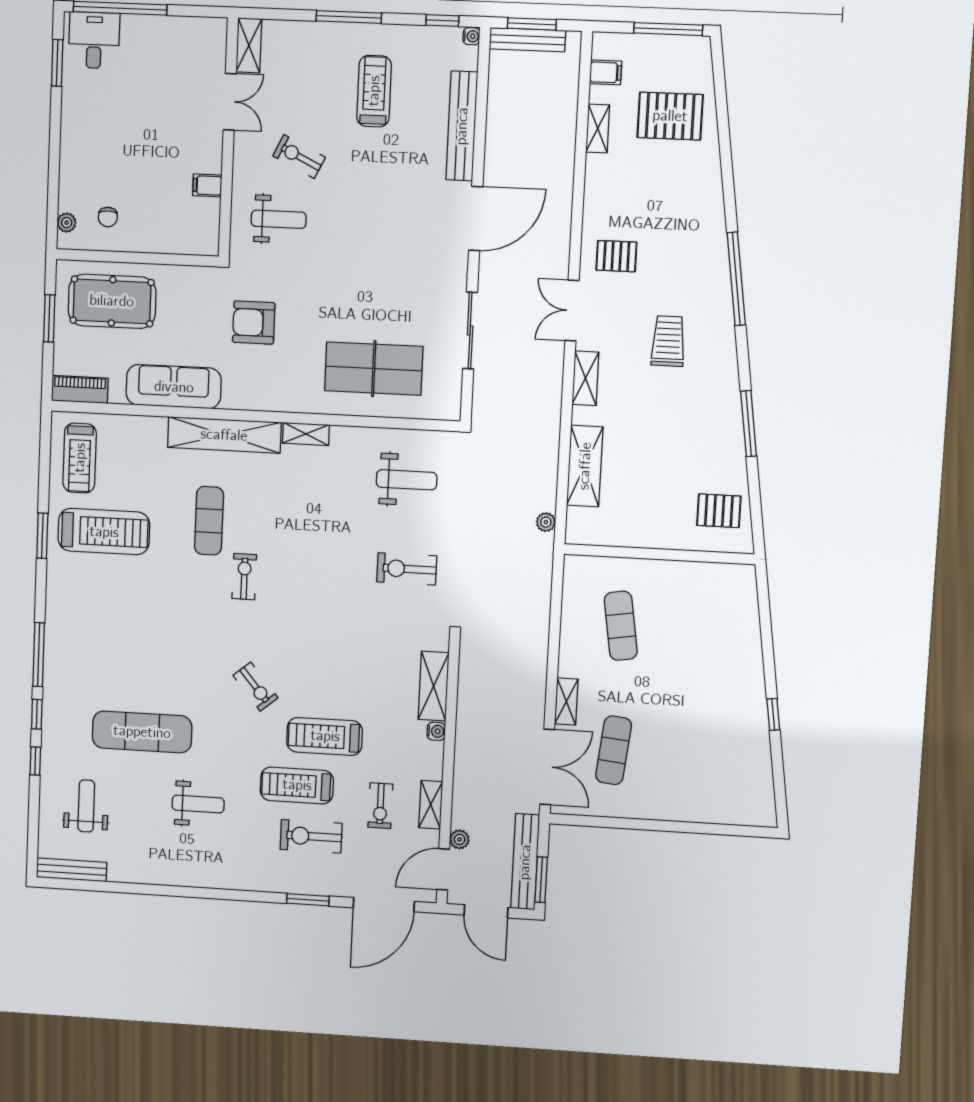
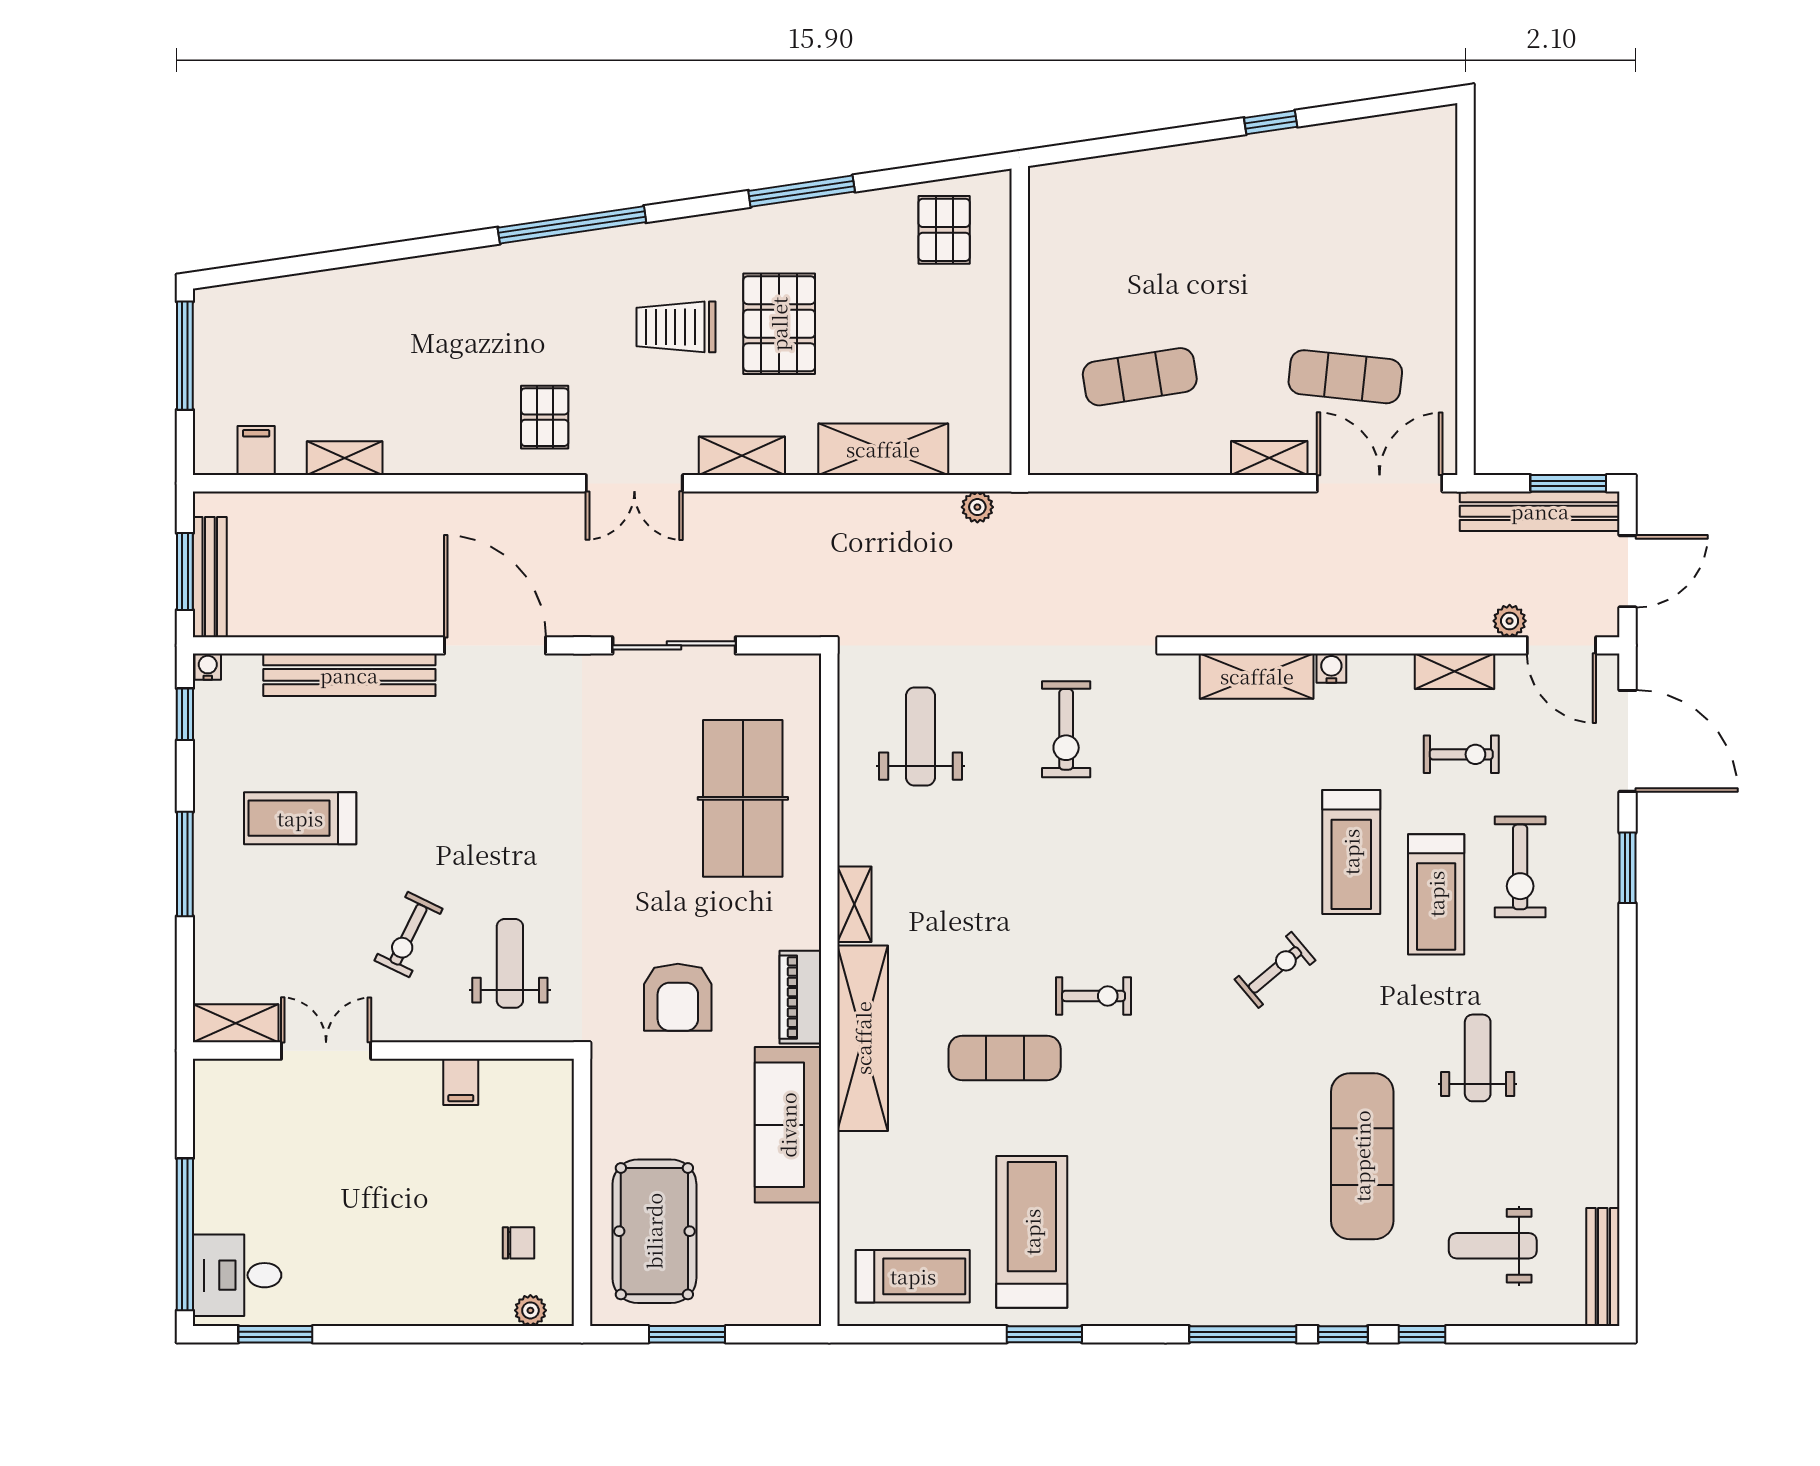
pallet: (670, 116) -> (779, 324), moved
piano: (80, 389) -> (800, 997), moved
exercise bike: (244, 577) -> (1094, 996), turned 180

